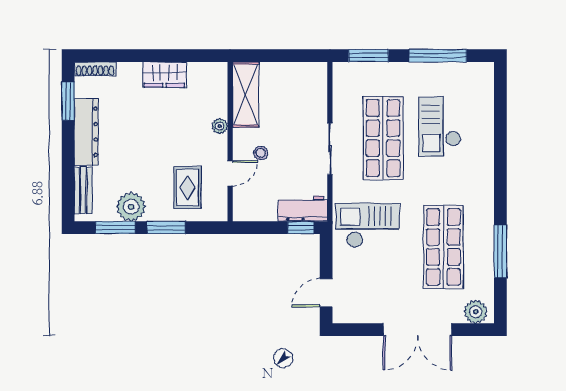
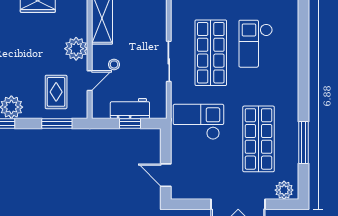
plant: (220, 126) -> (76, 49), width x1.88, depth x1.88
workbench: (303, 209) -> (130, 108), moved
window: (166, 228) -> (57, 123), moved
window: (301, 228) -> (130, 123), moved
door: (326, 293) -> (166, 175), hinge flipped

